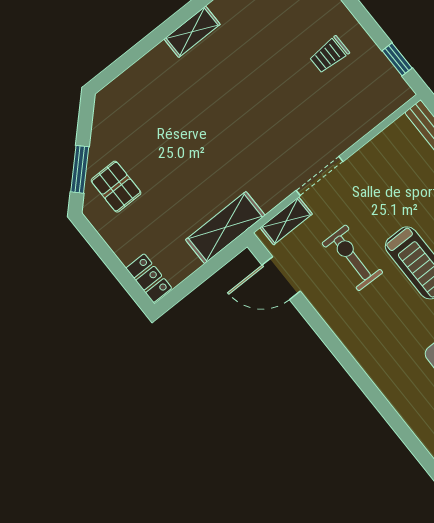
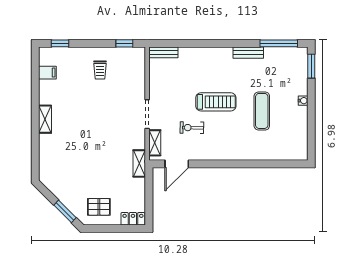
pallet: (116, 187) -> (99, 207), moved
shelving: (225, 228) -> (139, 163), width x0.67, depth x0.75
exercise bike: (352, 258) -> (192, 128), width x0.73, depth x0.72

